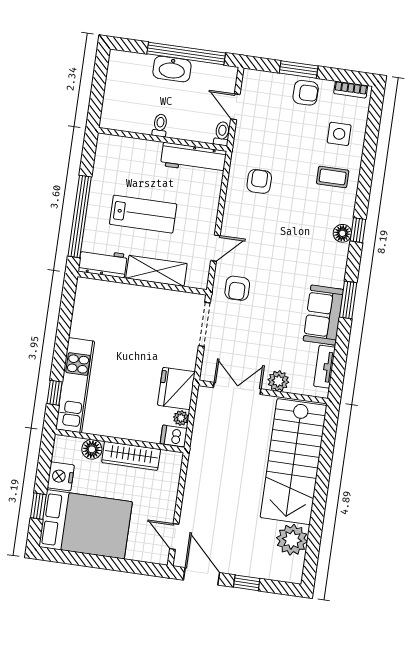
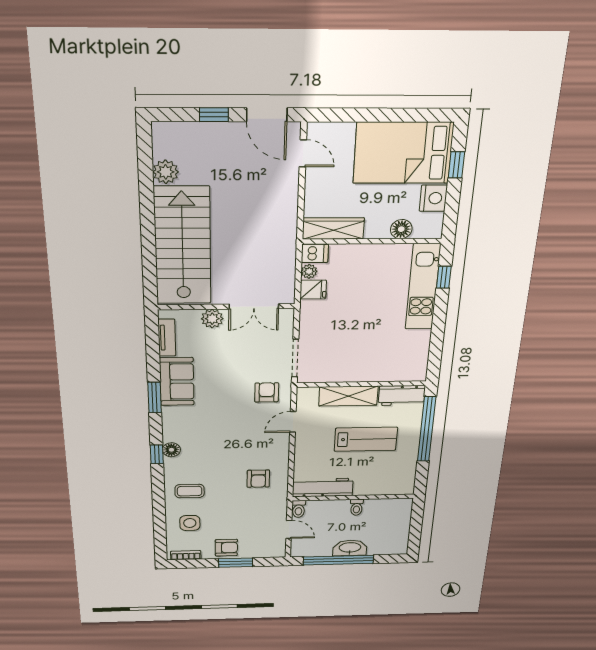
armchair: (306, 93) -> (226, 548), turned 180
lab bench: (143, 214) -> (366, 439), turned 180
fridge: (176, 388) -> (313, 290), width x0.53, depth x0.75
wardrobe: (131, 456) -> (333, 228), moved
plant: (292, 540) -> (166, 172), width x0.73, depth x0.73

